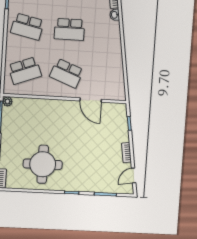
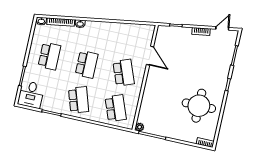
school desk: (27, 27) -> (79, 100), turned -30
school desk: (67, 73) -> (124, 73), turned -42
door: (91, 100) -> (150, 56), hinge flipped
door: (134, 176) -> (222, 28), swing flipped

